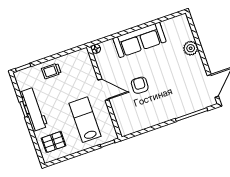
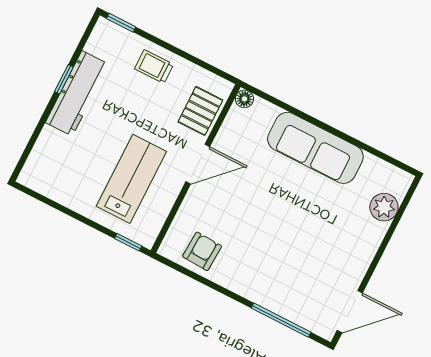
plant: (191, 48) -> (384, 207), moved
armchair: (140, 85) -> (202, 251), moved
door: (103, 90) -> (198, 164), hinge flipped
pallet: (54, 142) -> (200, 111), moved, turned 90

